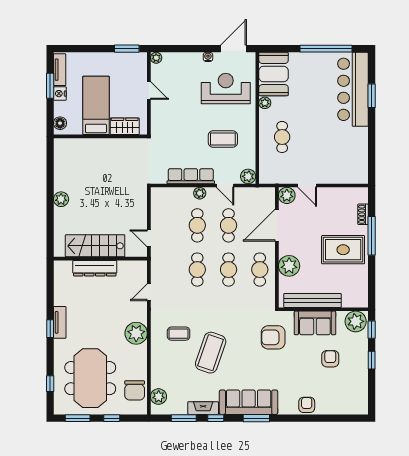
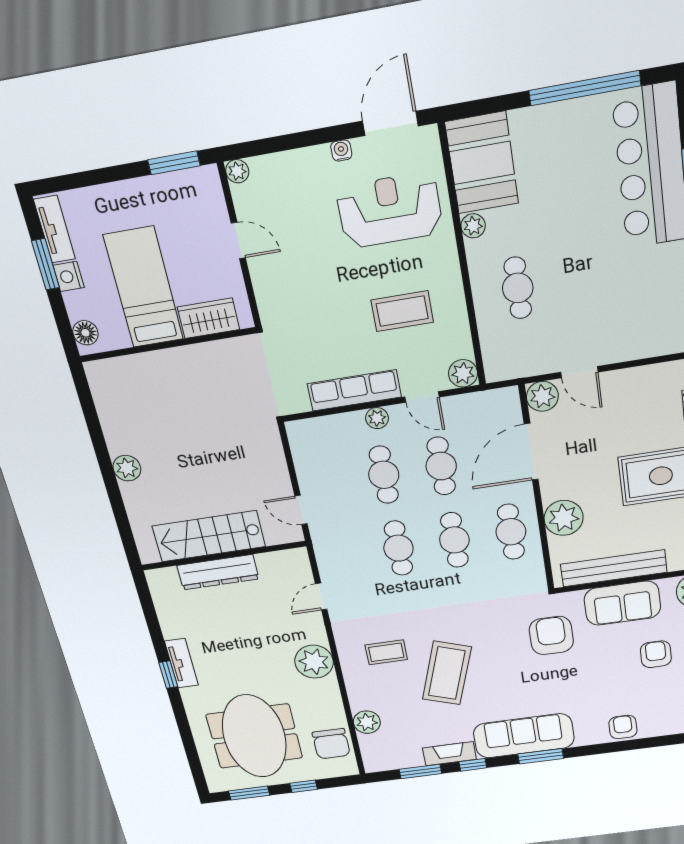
armchair: (273, 337) -> (551, 636), turned 90
window: (50, 384) -> (191, 752), removed
plant: (159, 397) -> (367, 722), moved

